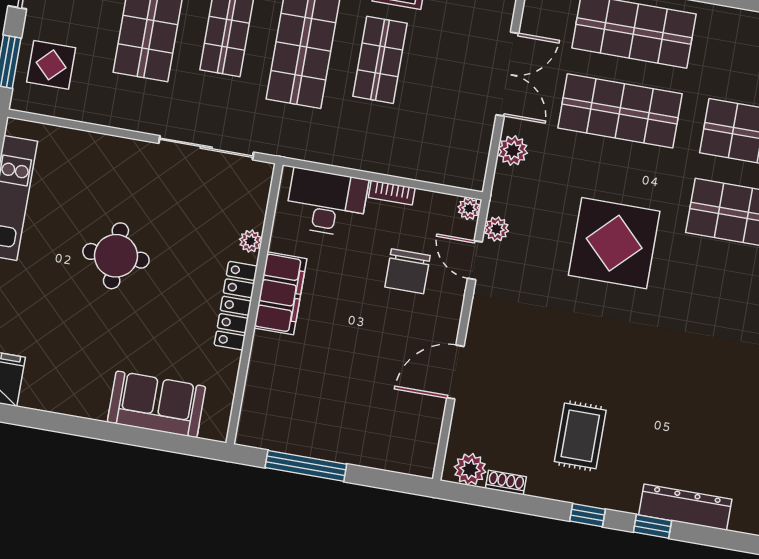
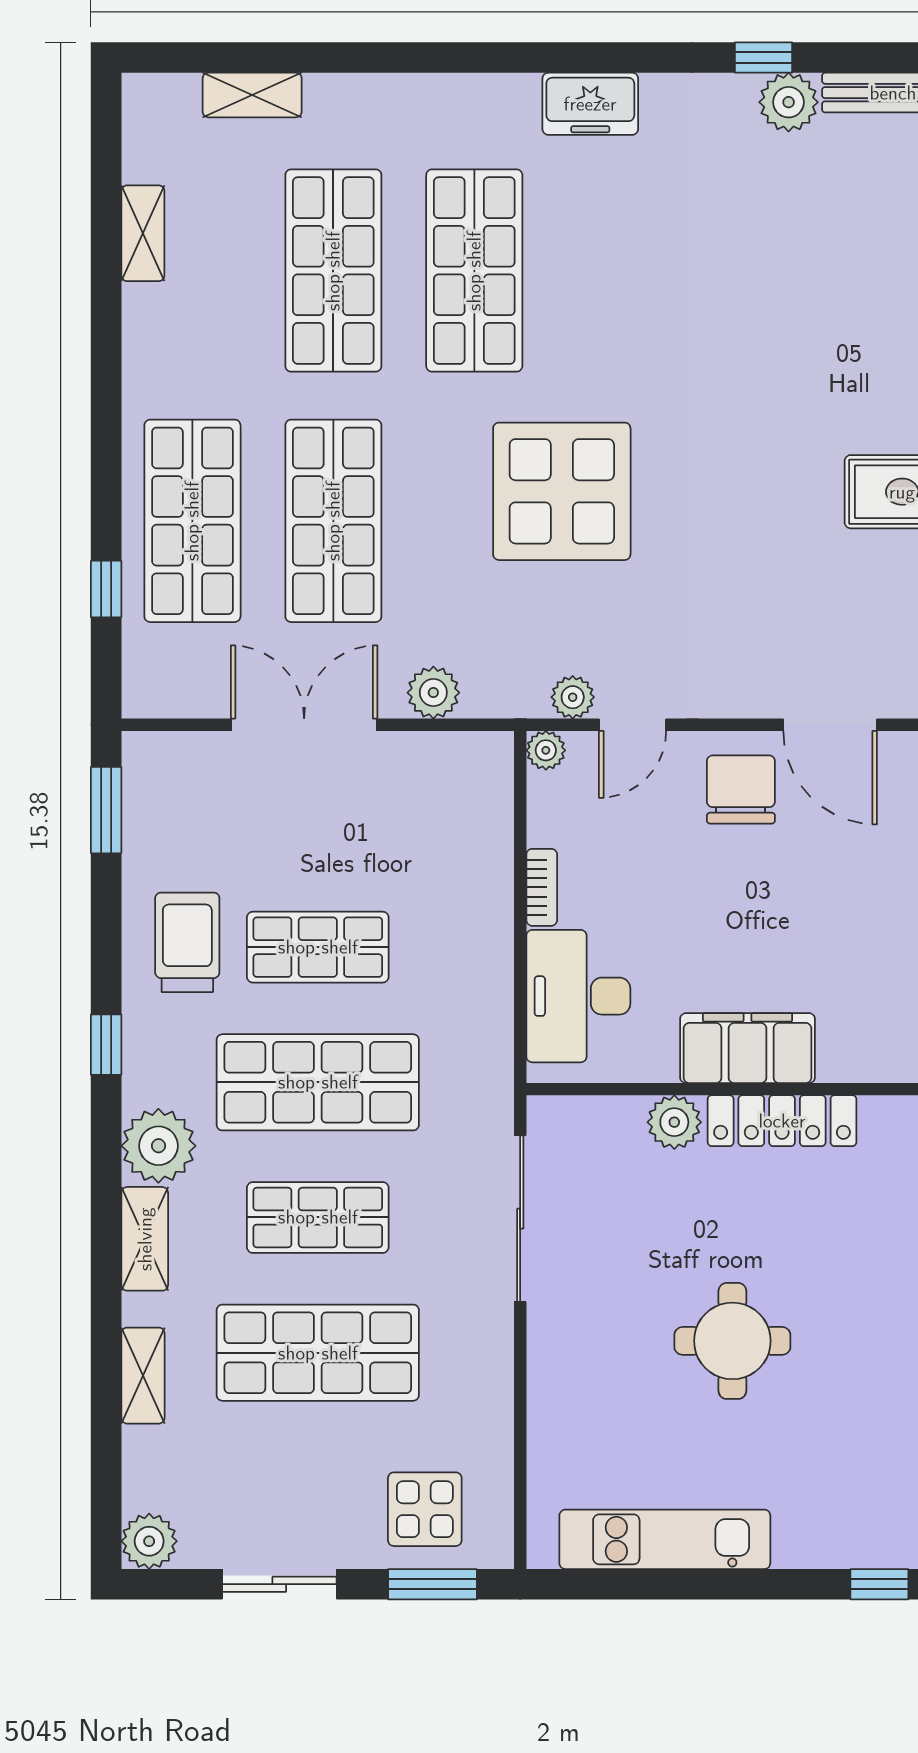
plant: (251, 241) -> (674, 1122), width x1.38, depth x1.38
chair: (408, 271) -> (741, 789), moved, turned -90

